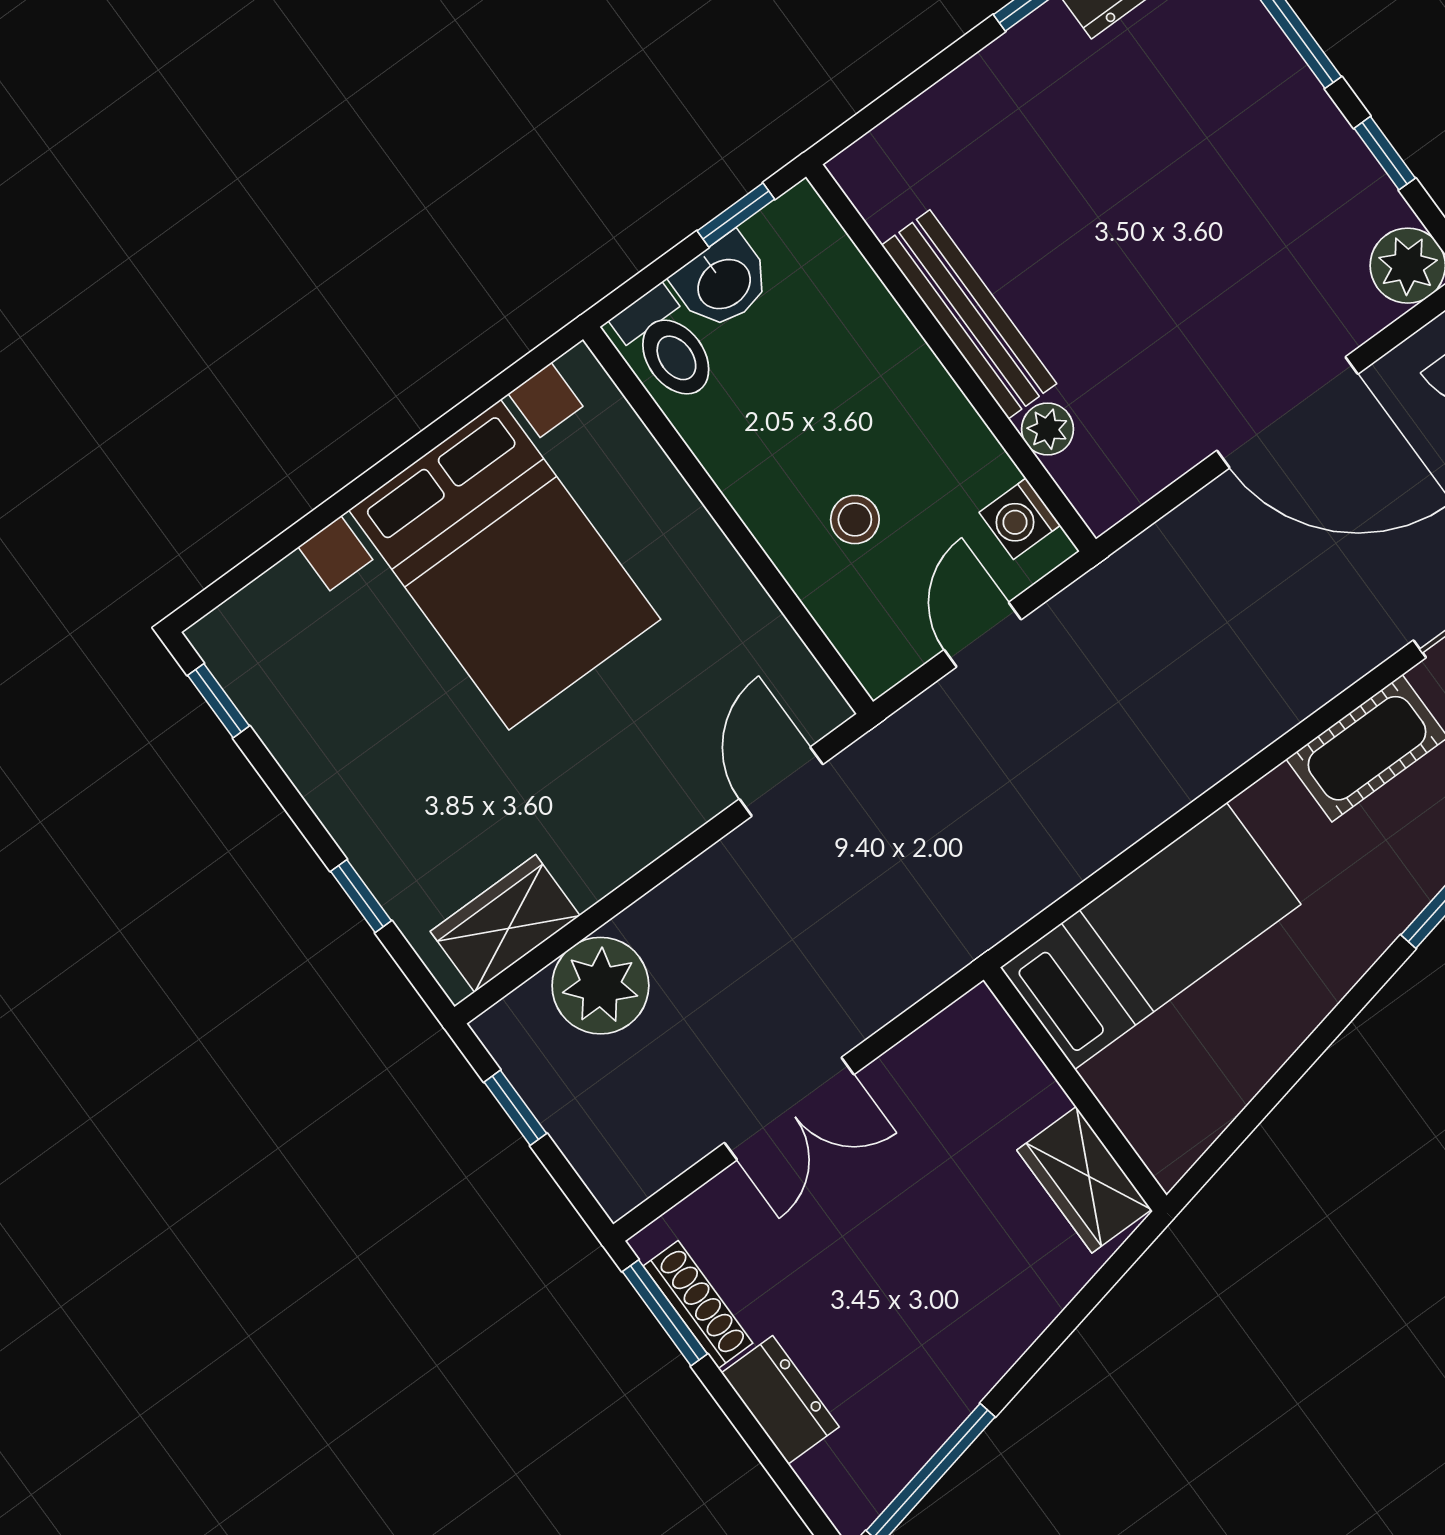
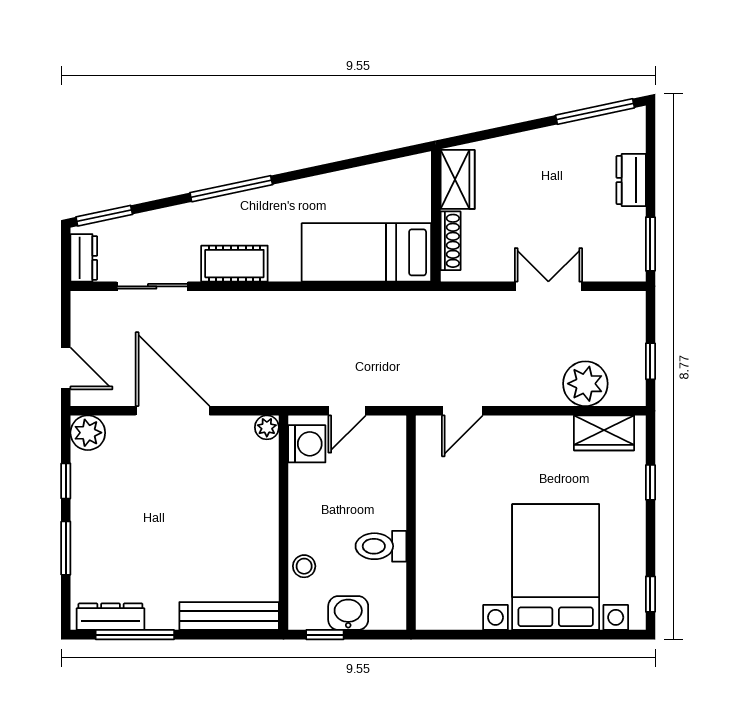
bench: (969, 314) -> (229, 616), moved, turned 90
toilet: (667, 345) -> (381, 546), moved, turned -90
plant: (1048, 429) -> (267, 427), moved
stool: (855, 519) -> (304, 566), moved
washing machine: (1020, 519) -> (307, 444), width x1.38, depth x1.38
bed with nightstands: (505, 565) -> (556, 567), moved
shoe rack: (698, 1305) -> (451, 241), moved, turned 180

